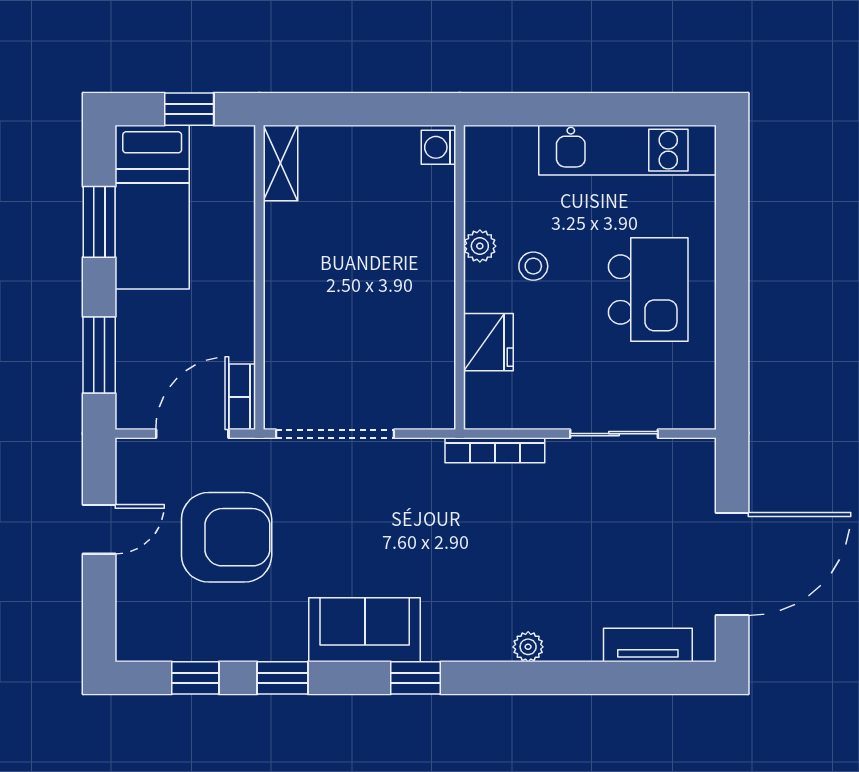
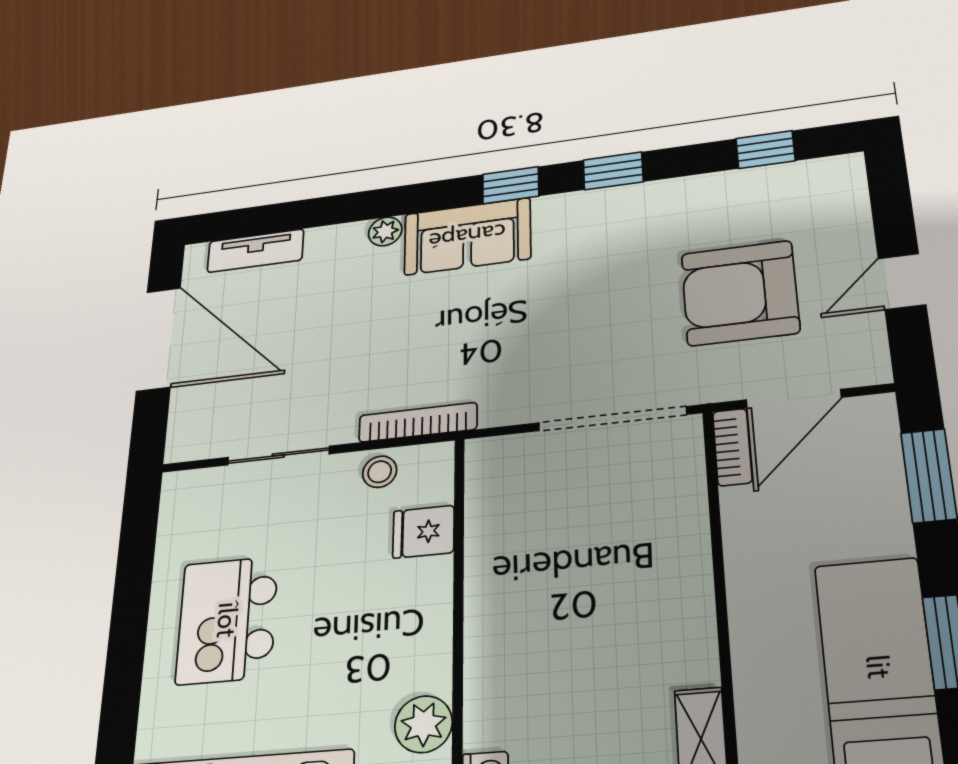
plant: (480, 246) -> (423, 724), moved, width x1.38, depth x1.38
stool: (533, 266) -> (380, 472), moved
fridge: (488, 342) -> (424, 532), width x0.72
door: (732, 564) -> (159, 339), swing flipped
sofa: (365, 630) -> (467, 236), moved
window: (283, 678) -> (613, 171), moved

